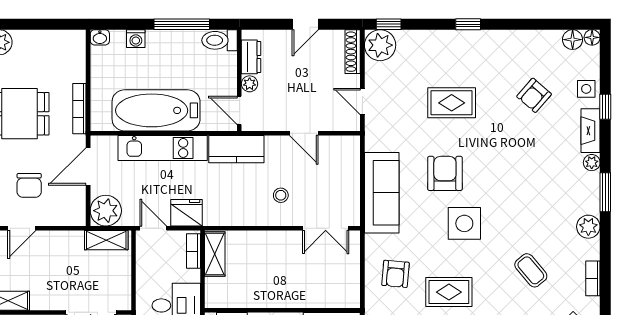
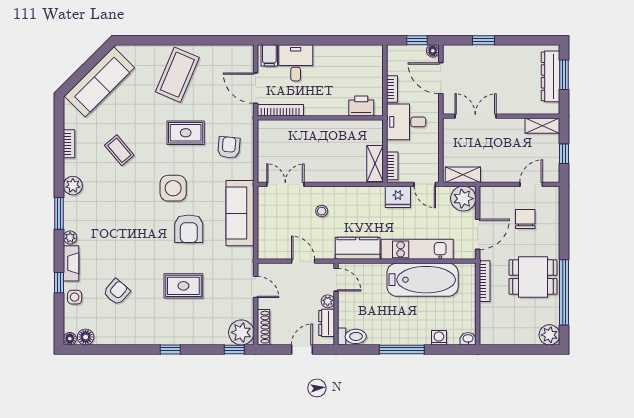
toilet: (220, 40) -> (352, 336), moved
dresser: (251, 57) -> (327, 323), moved
wall: (239, 80) -> (336, 304), moved
plant: (250, 84) -> (328, 301), moved
door: (239, 110) -> (336, 280), moved

